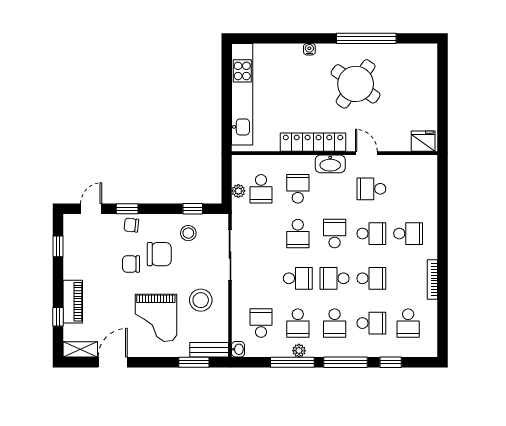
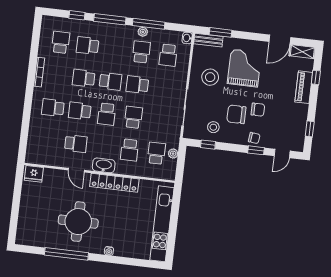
round table: (356, 84) -> (78, 222), turned -35
school desk: (335, 323) -> (114, 49), removed

